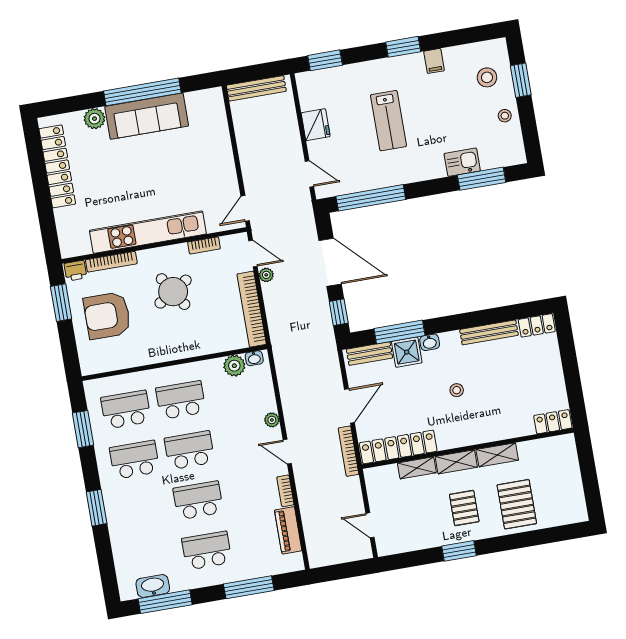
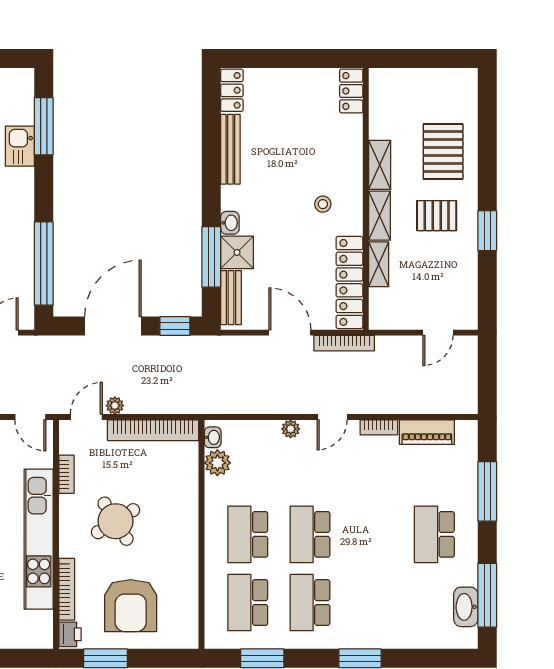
stool: (457, 390) -> (323, 204), moved
school desk: (198, 500) -> (372, 534), removed
pallet: (517, 504) -> (443, 152), turned 90

